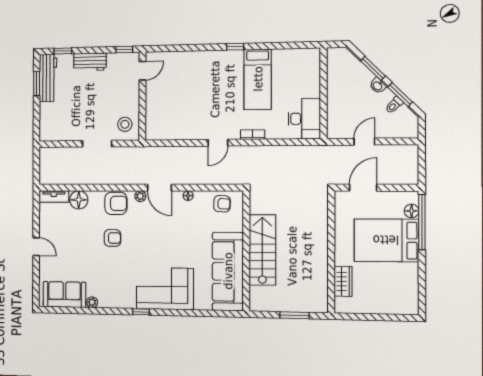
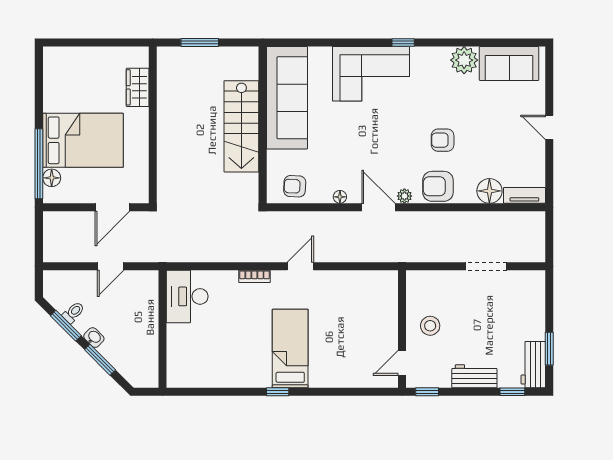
workbench: (48, 78) -> (533, 365), width x0.73
bed: (258, 79) -> (290, 348), moved
stool: (125, 124) -> (430, 326), moved
doorway: (97, 144) -> (486, 266), moved
plant: (92, 302) -> (464, 60), width x1.87, depth x1.87

